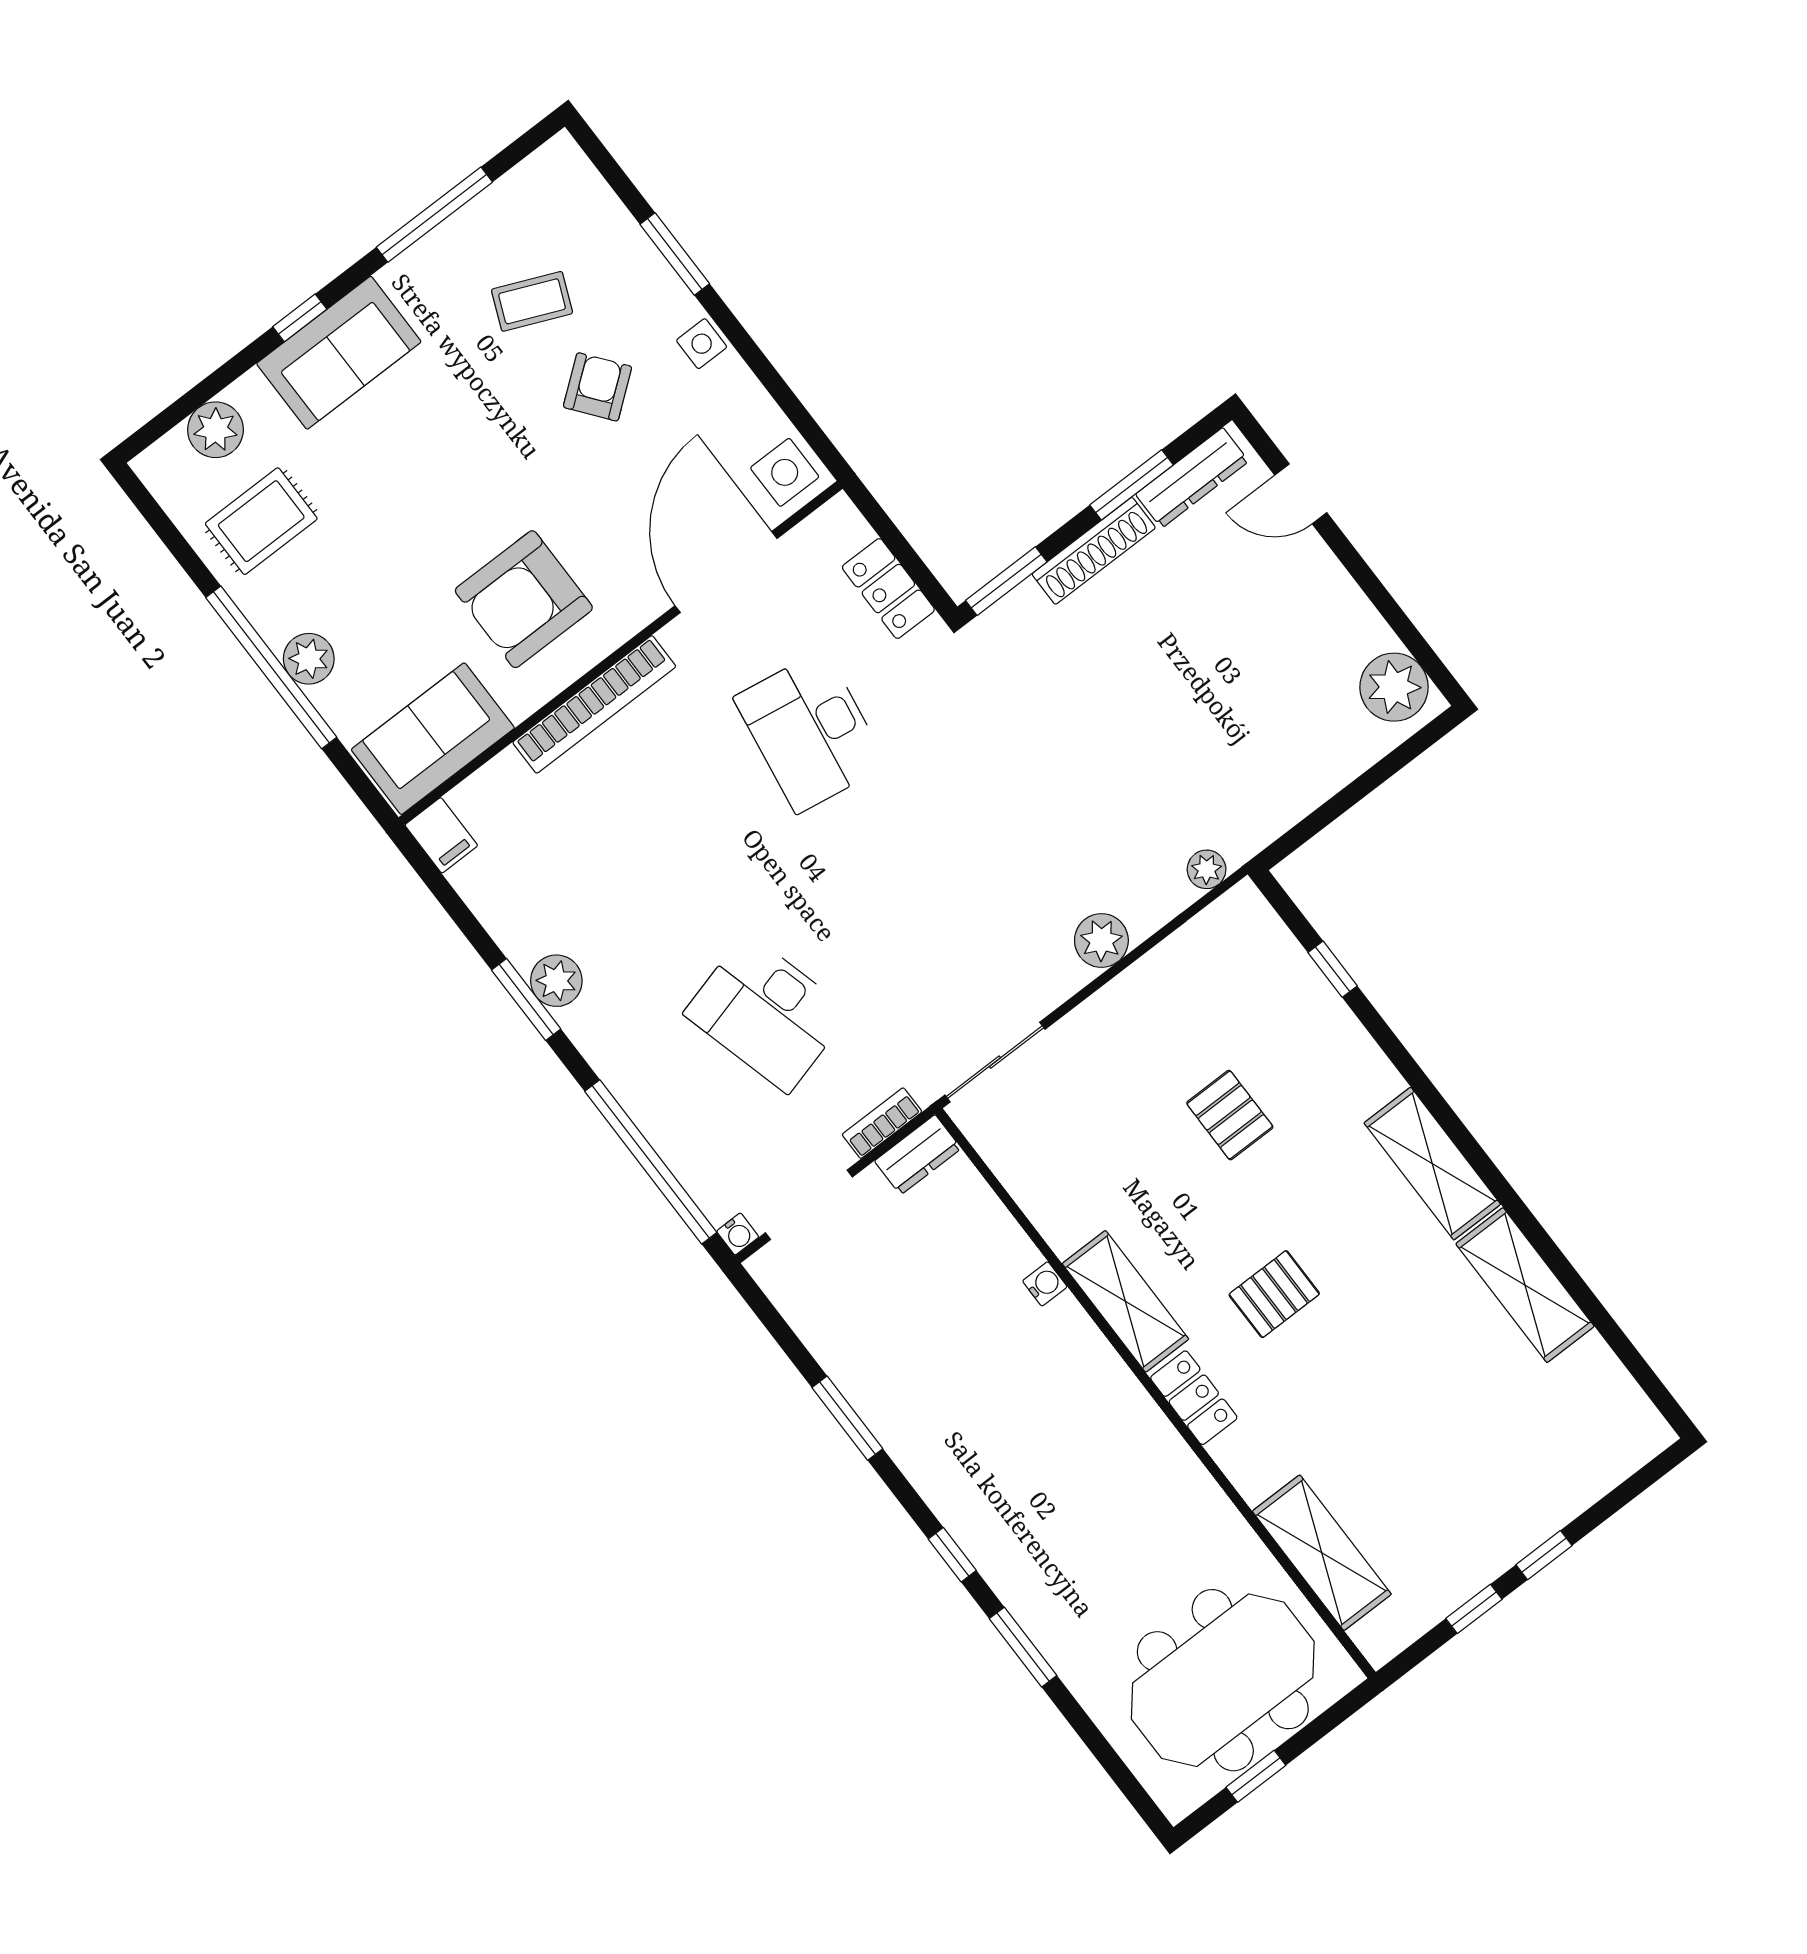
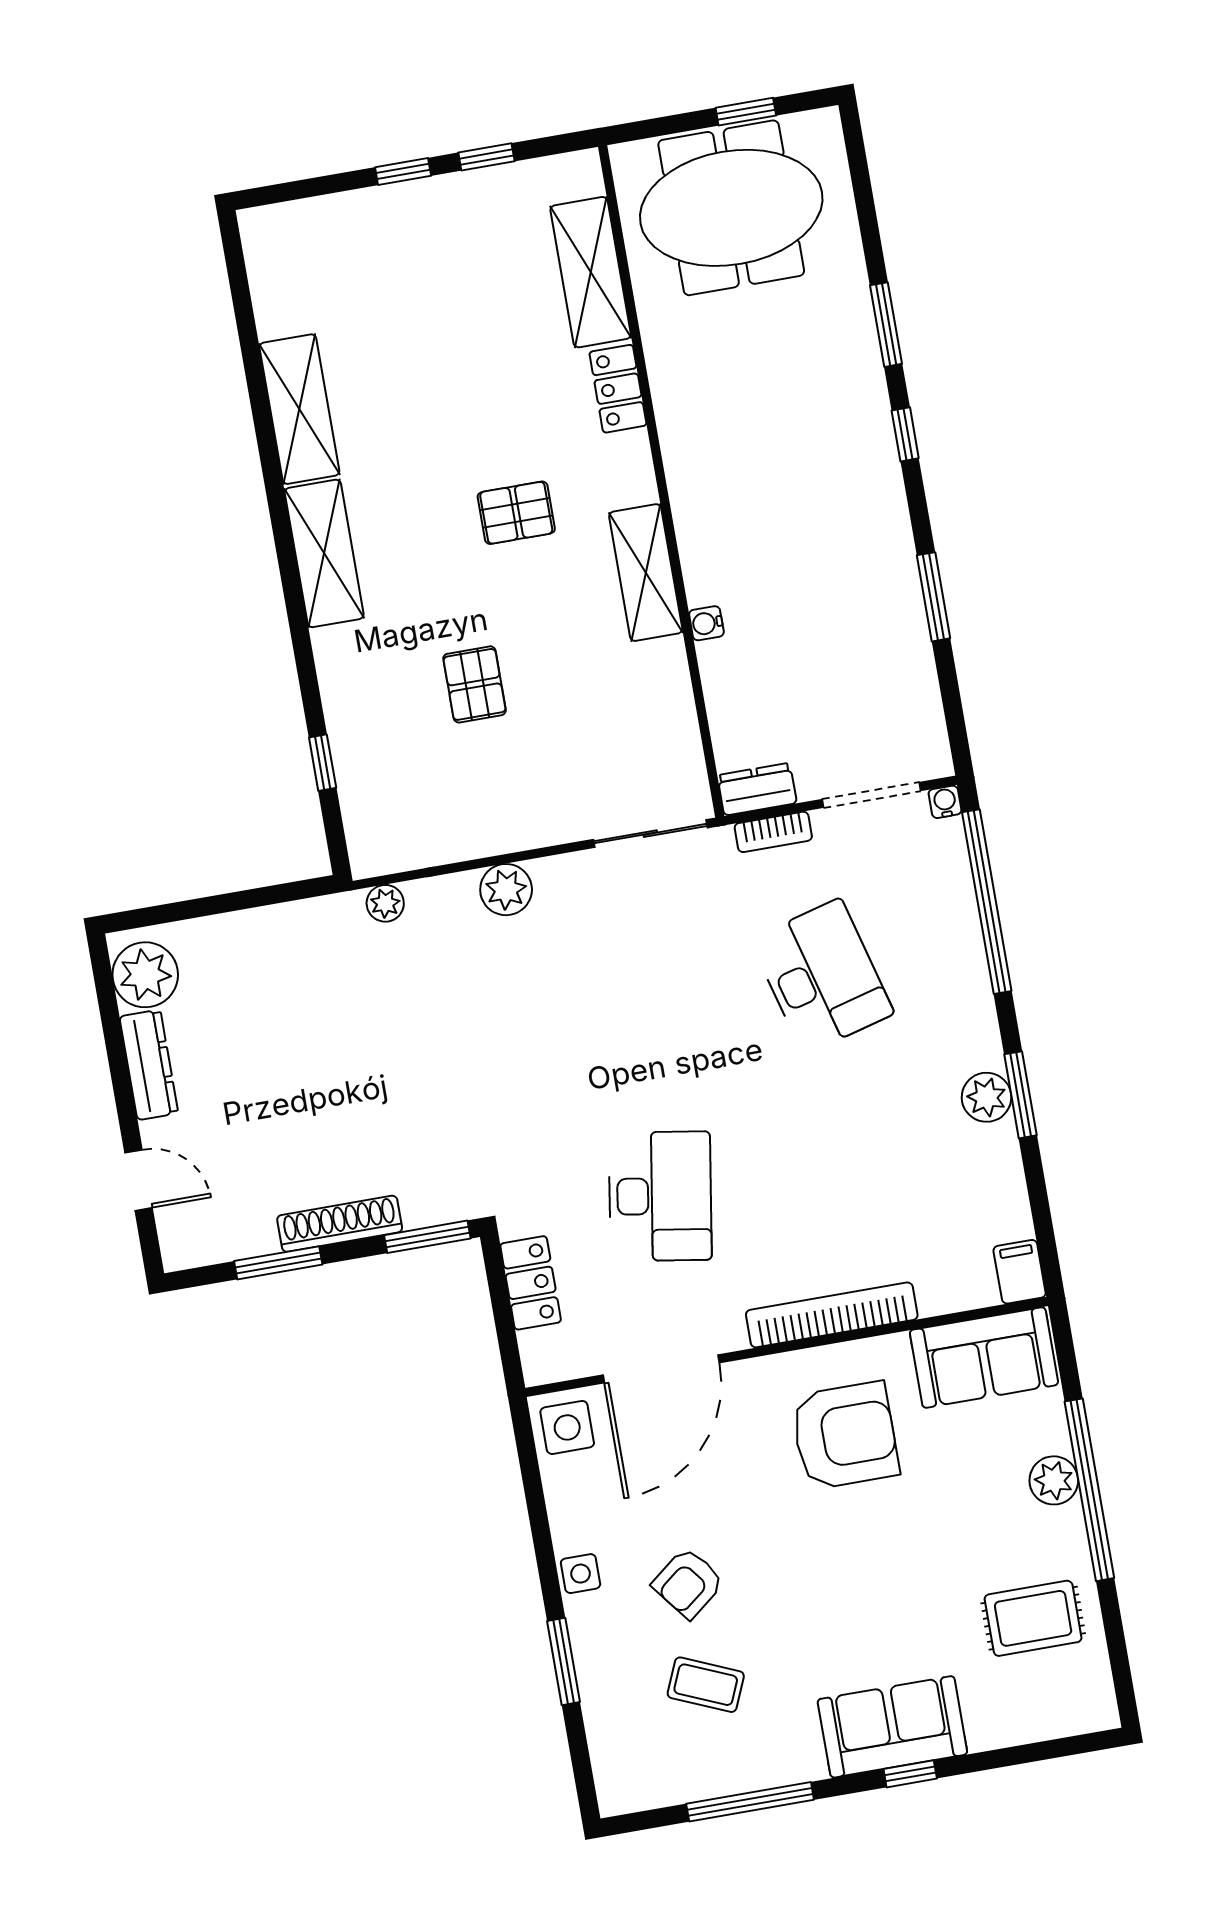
plant: (215, 430) -> (1031, 1716), removed
dresser: (1192, 478) -> (149, 1065), moved, turned 90
locker: (1194, 1398) -> (618, 389), moved

